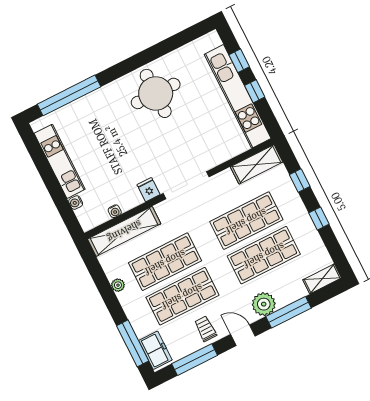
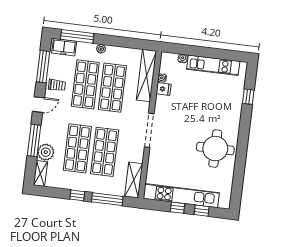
window: (69, 95) -> (248, 97), width x0.32
window: (300, 180) -> (107, 199), width x2.17
fridge: (149, 190) -> (164, 89), moved
plant: (118, 285) -> (101, 49), moved
plant: (264, 304) -> (46, 152), moved

